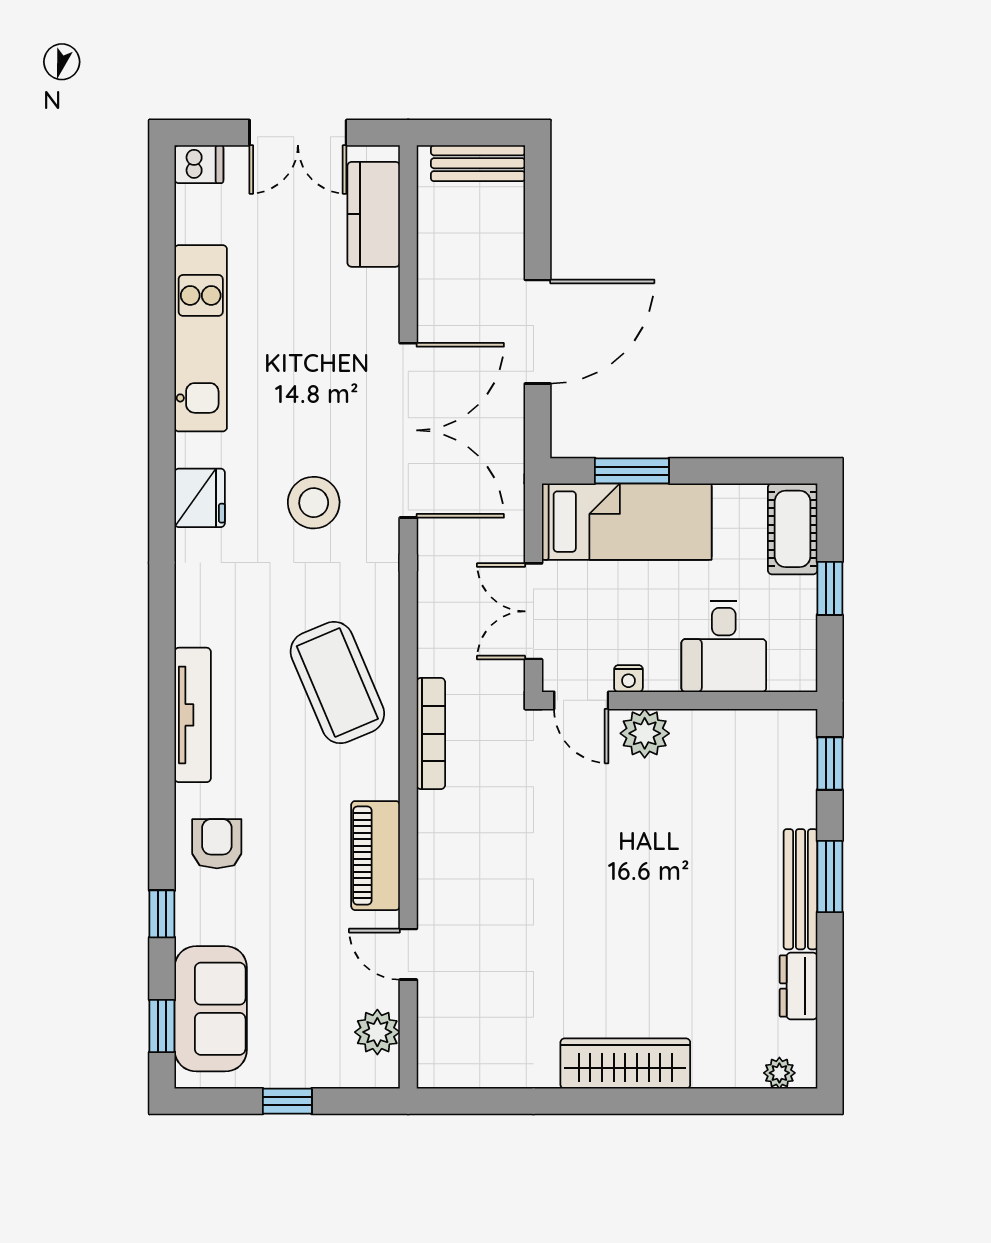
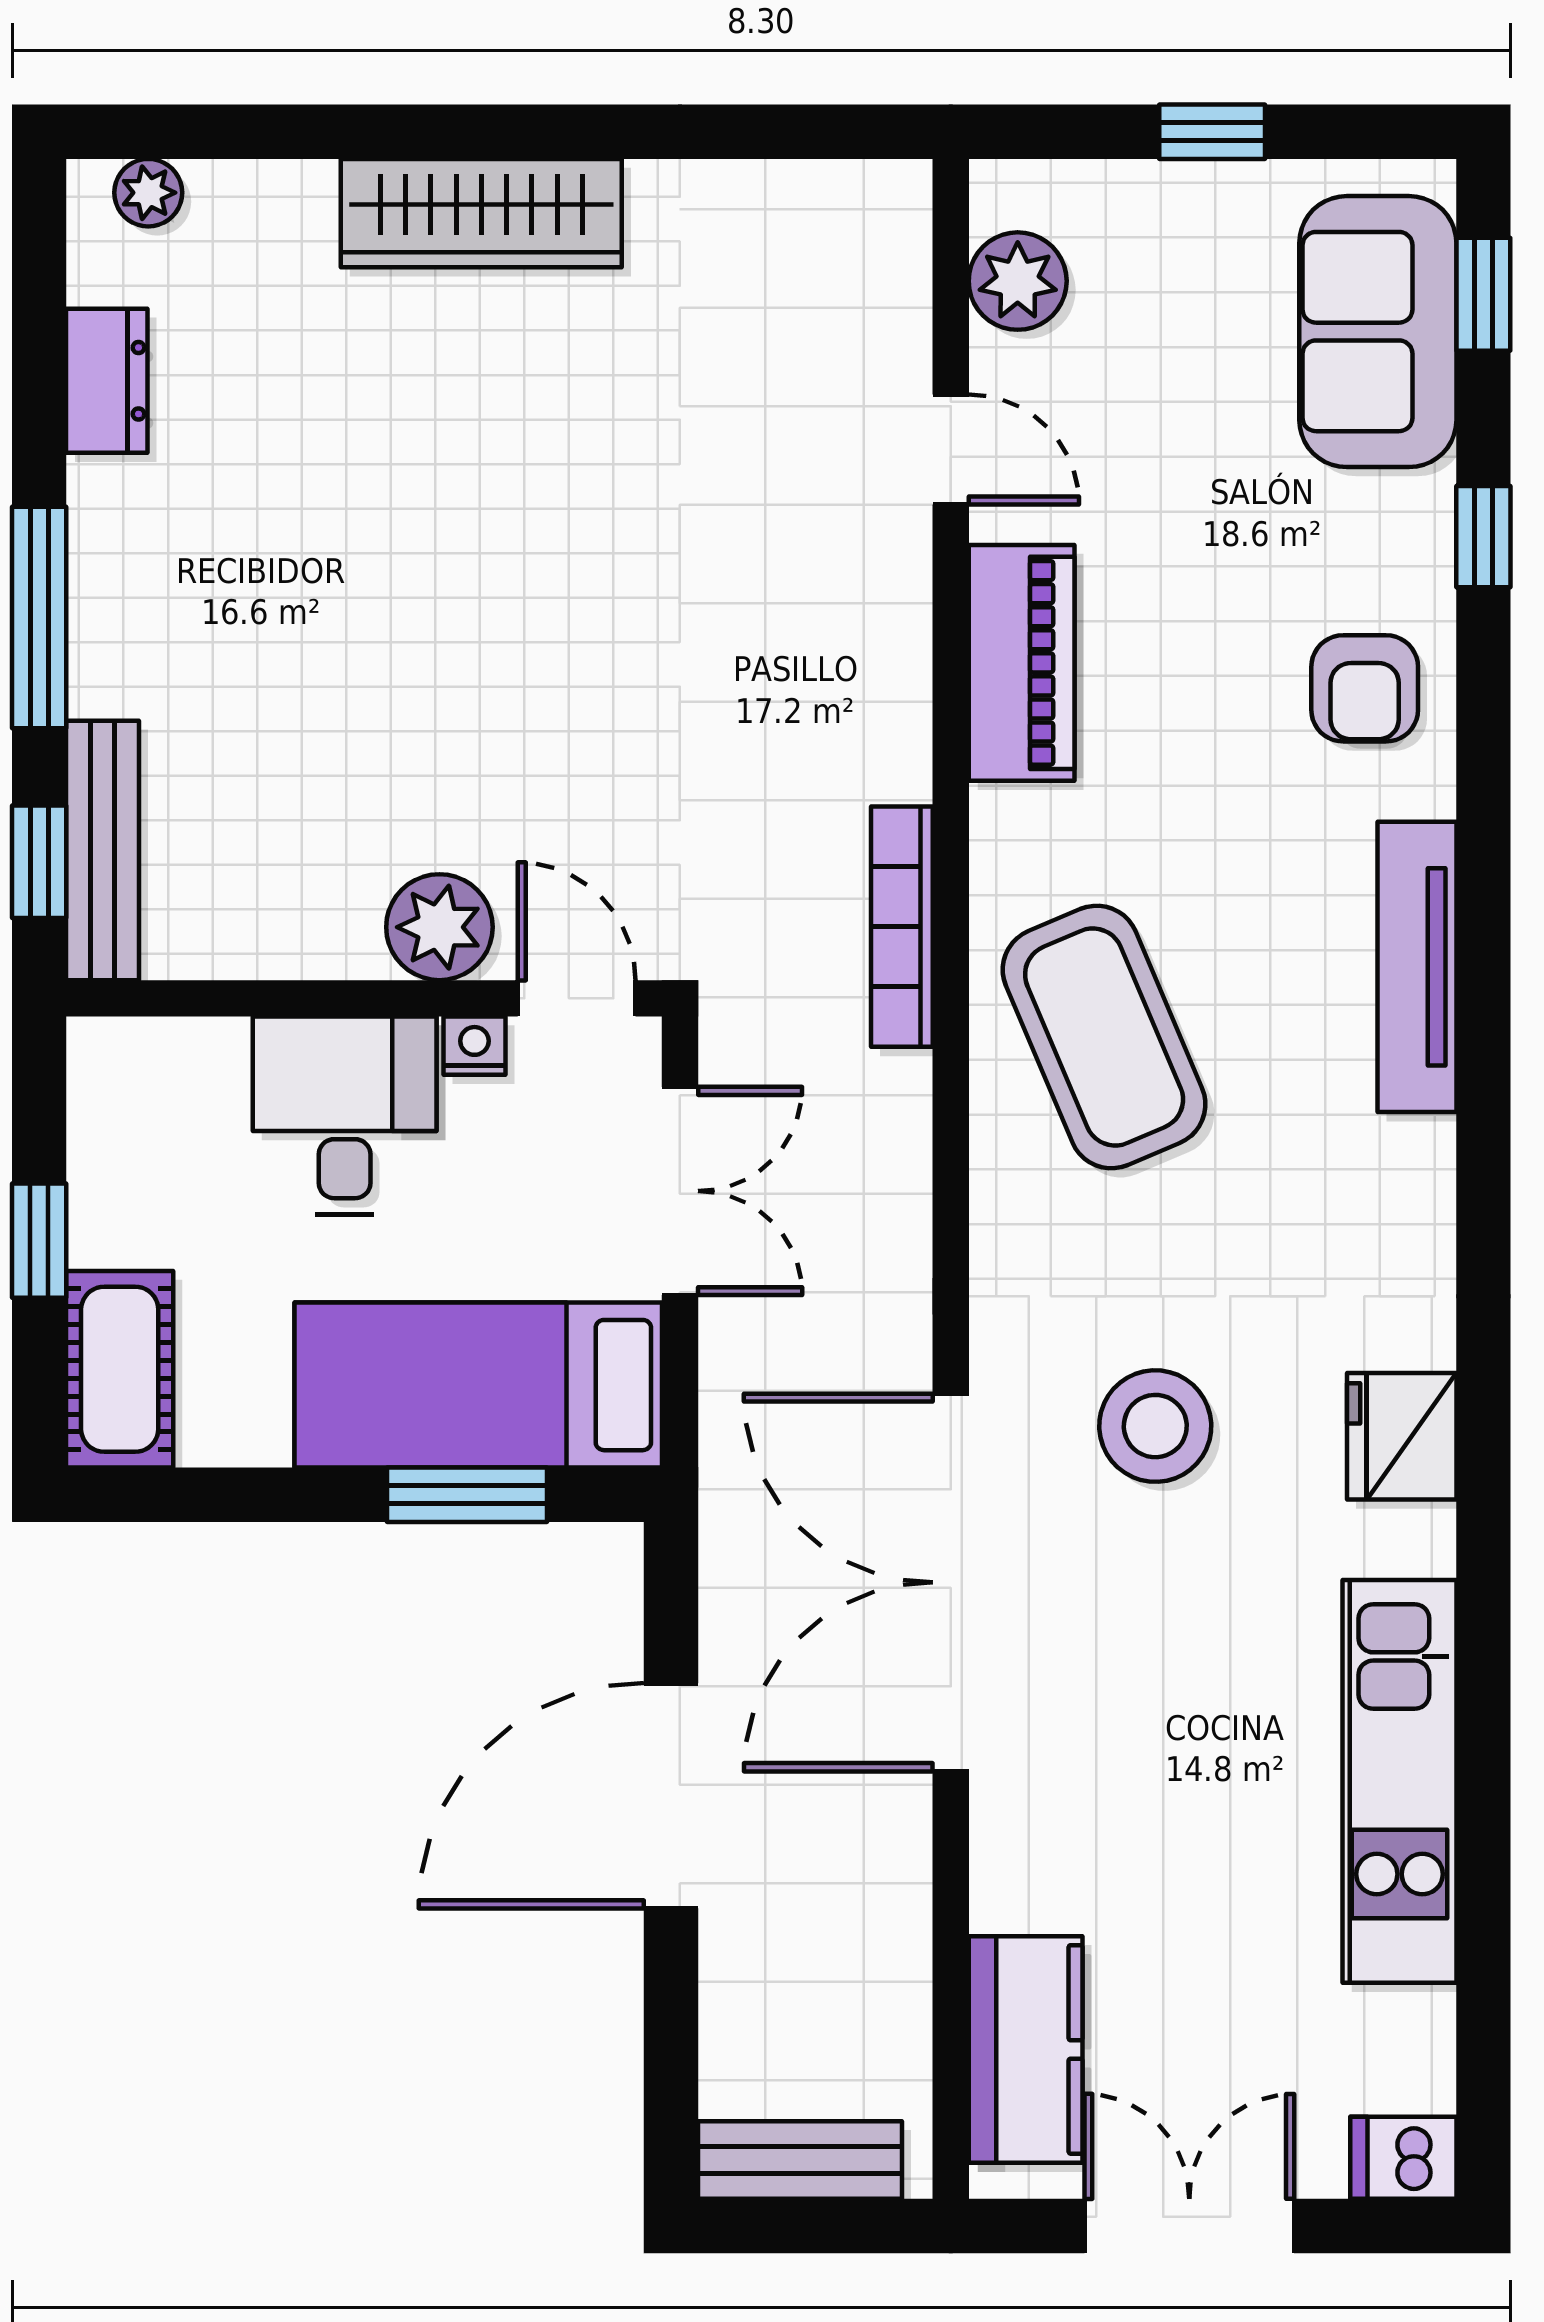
desk: (724, 646) -> (345, 1115), moved
window: (830, 877) -> (39, 618), width x1.44
bench: (800, 889) -> (103, 850), moved

